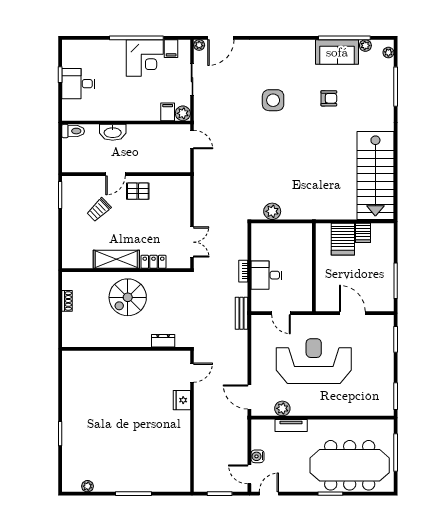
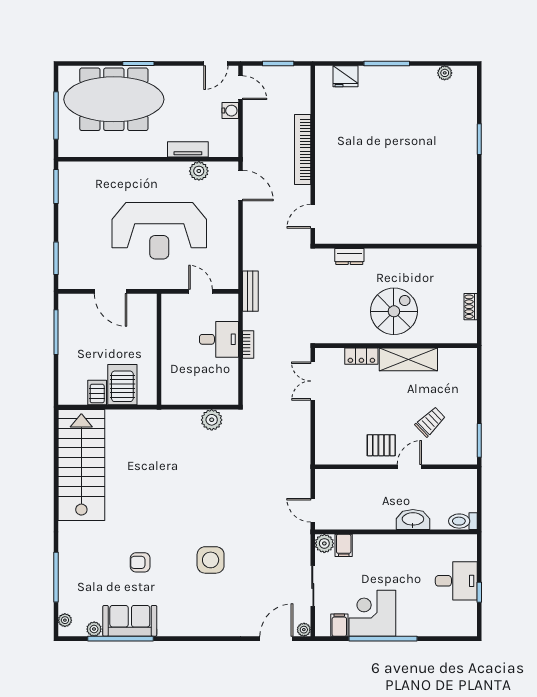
fridge: (182, 400) -> (345, 76), moved, turned 90
bookcase: (200, 425) -> (303, 150), added

